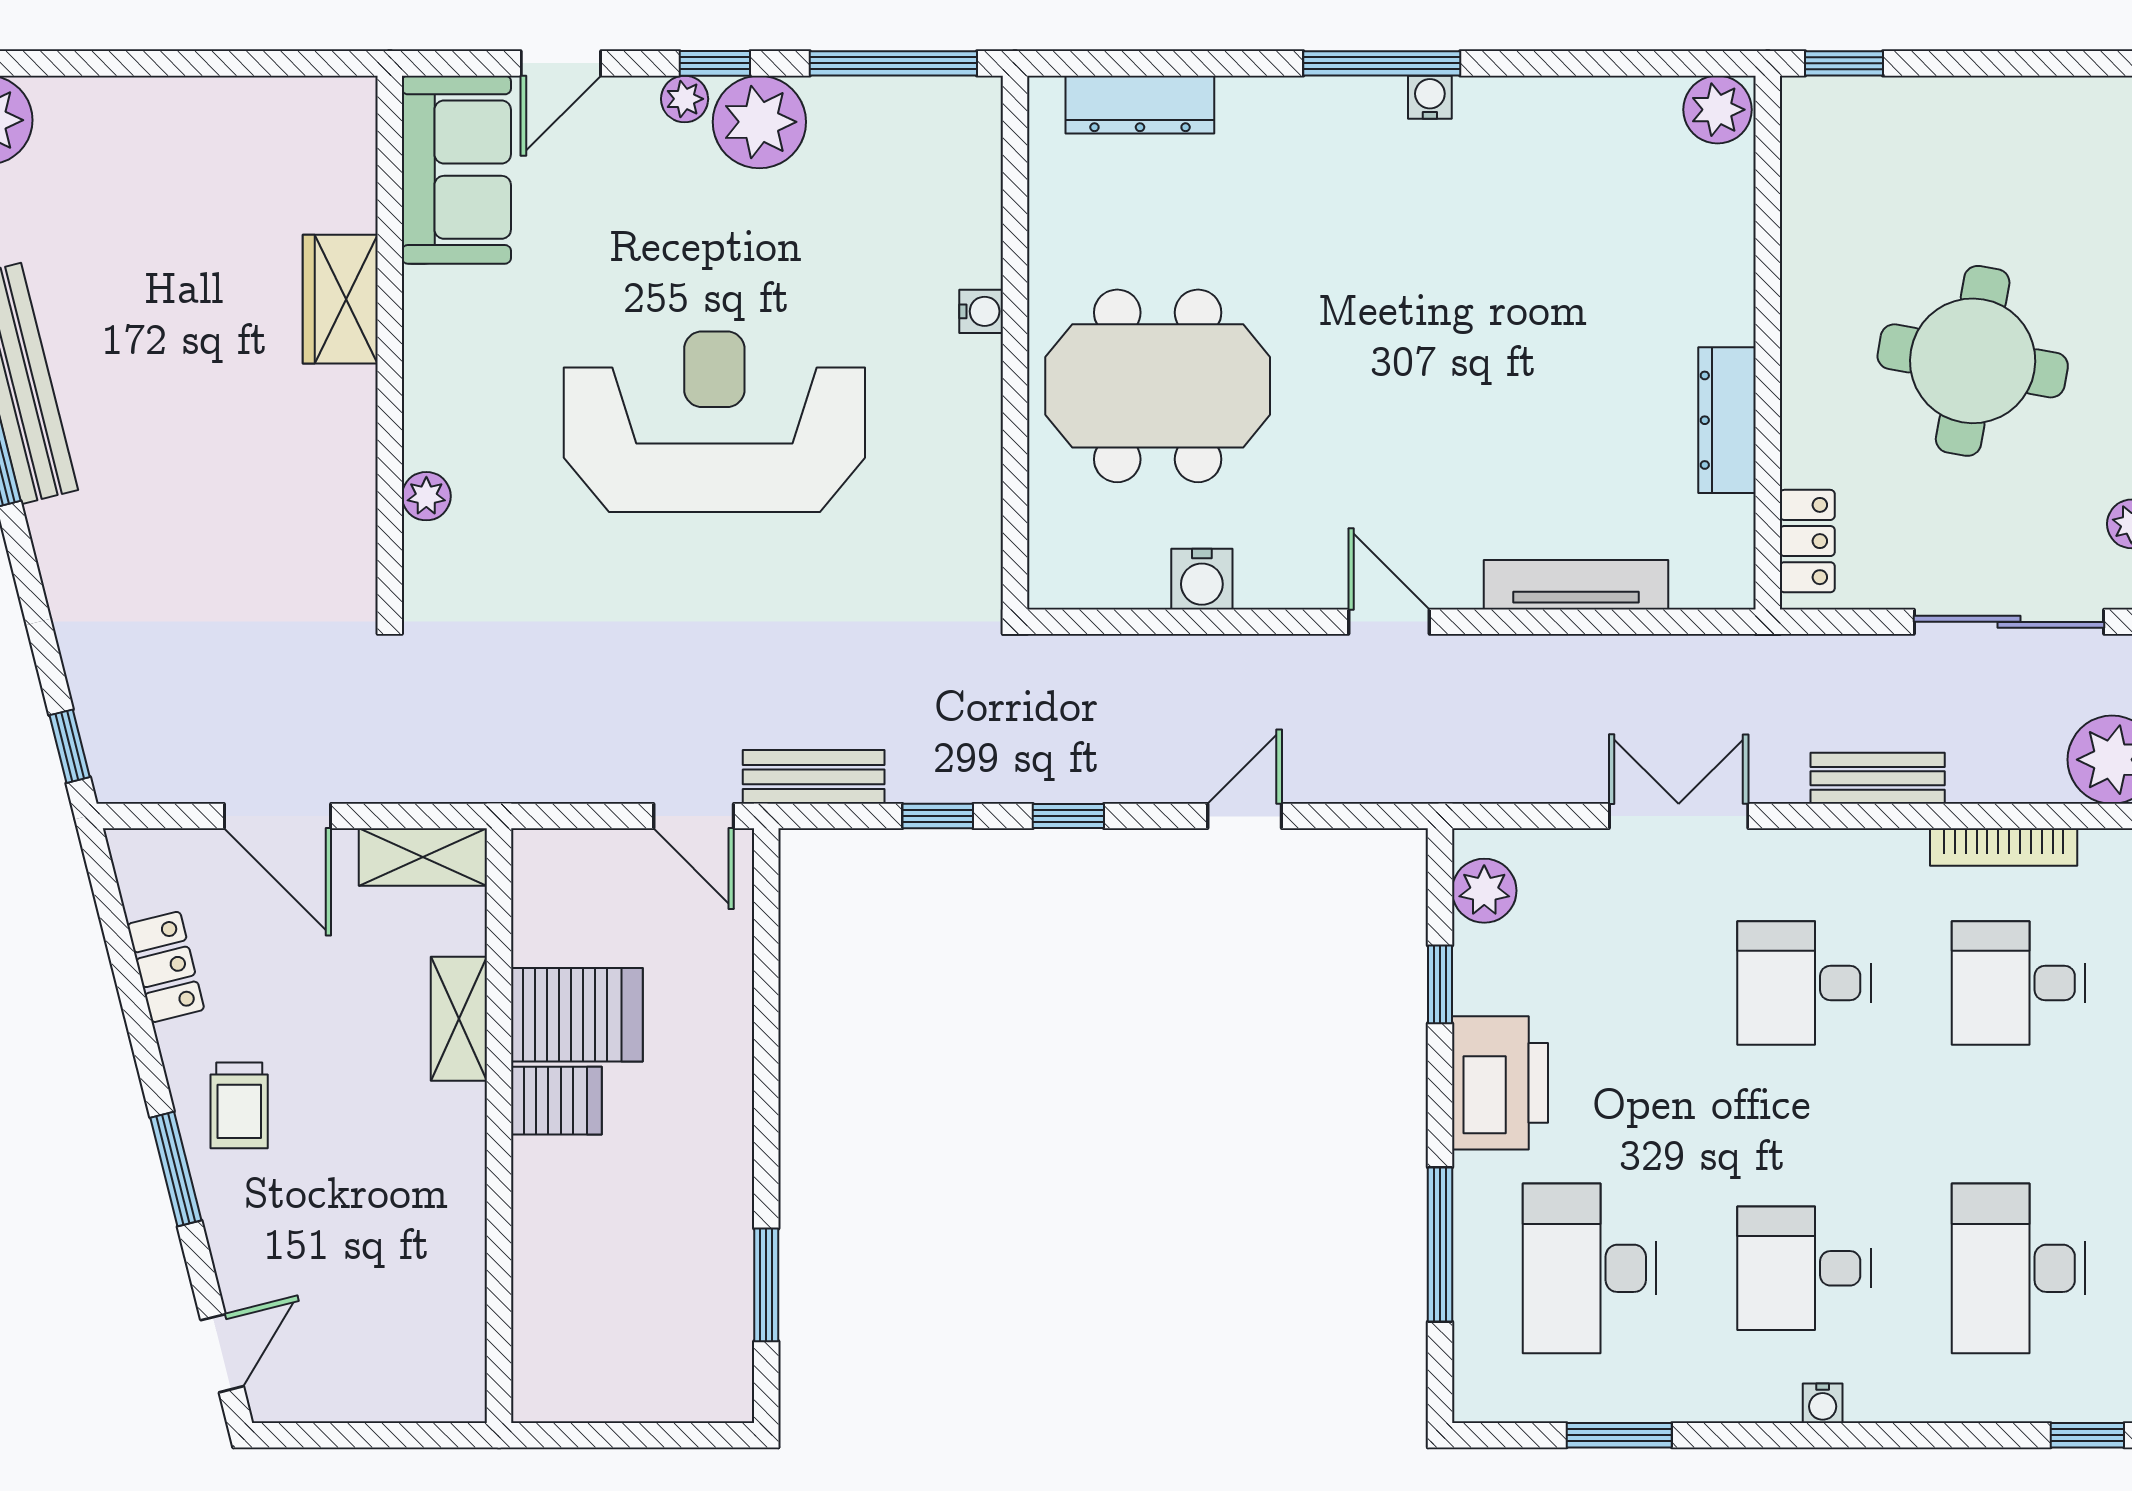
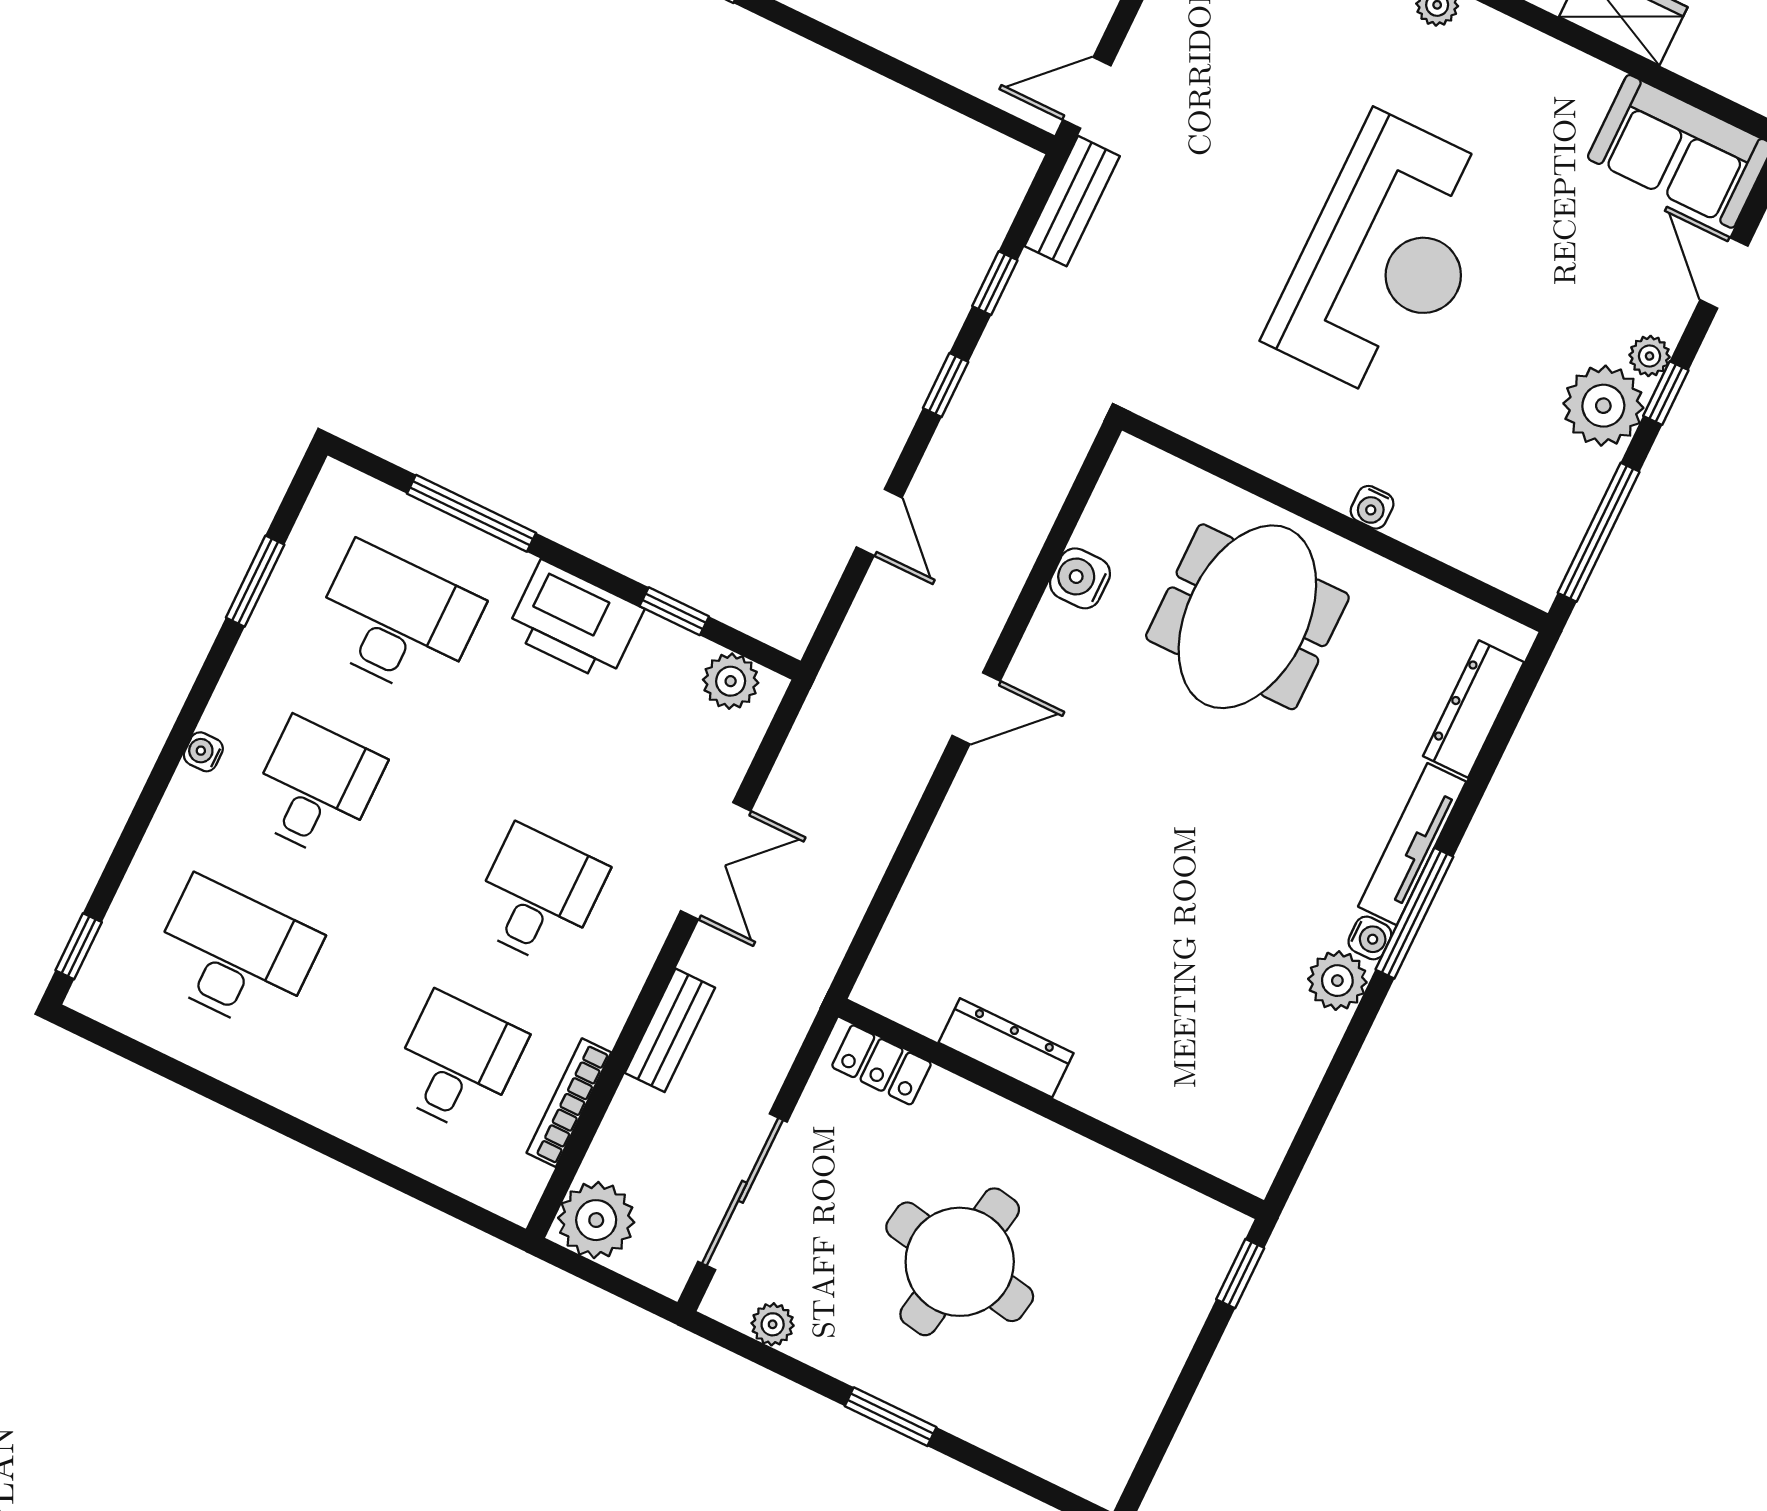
plant: (1717, 110) -> (1337, 981), moved
tv unit: (1576, 585) -> (1412, 844), moved, turned 180

